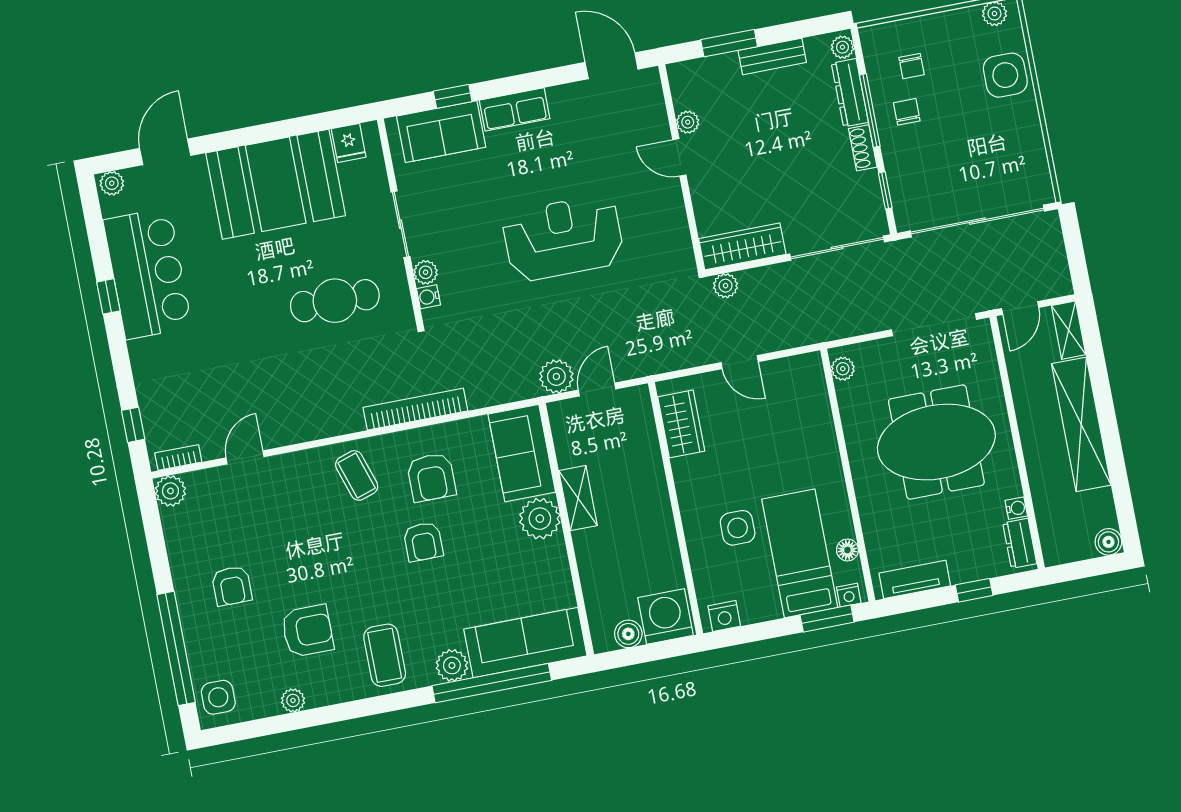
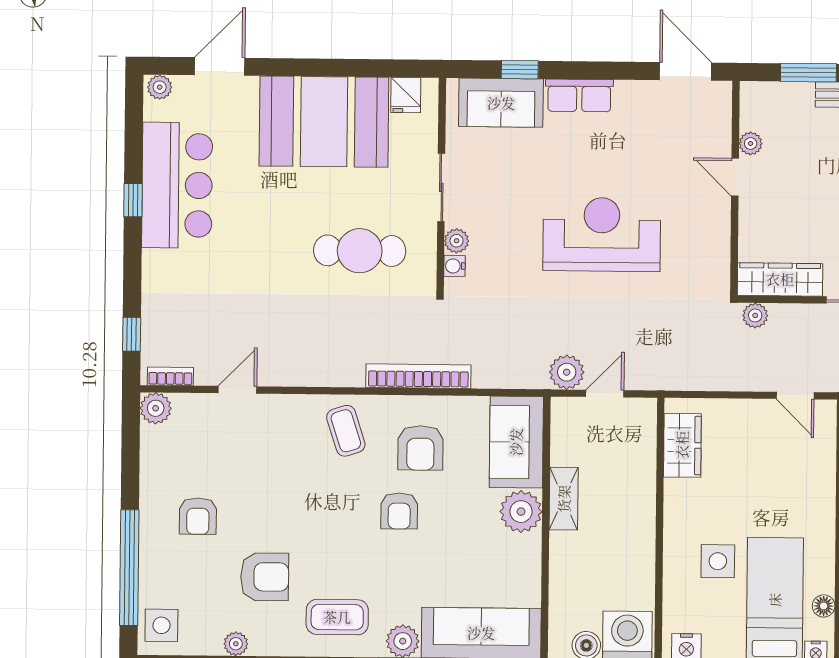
door: (740, 362) -> (795, 396), moved
coffee table: (385, 655) -> (337, 617), turned 90

